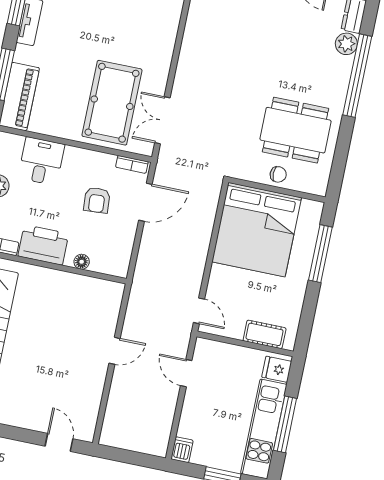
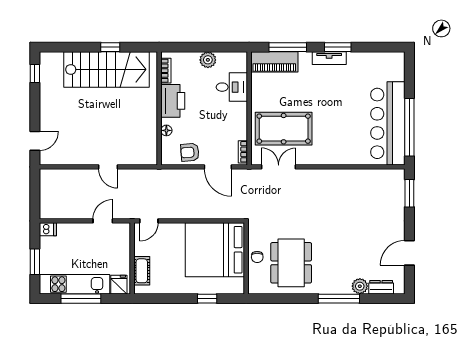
window: (357, 76) -> (339, 299), width x0.68
armchair: (97, 200) -> (190, 152), moved
window: (320, 254) -> (207, 299), width x0.46

